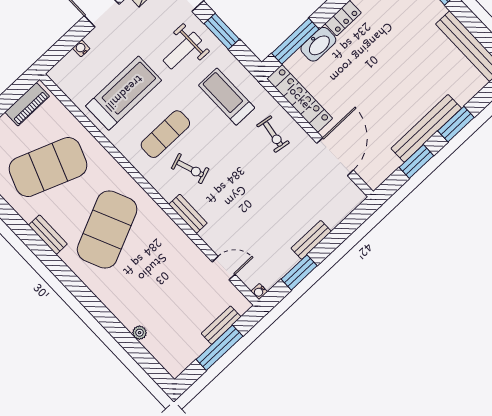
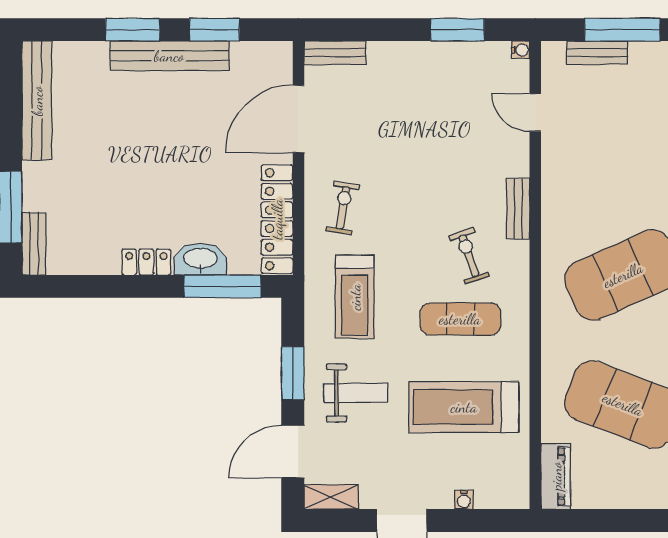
piano: (27, 104) -> (556, 476), moved, turned 90
bench: (311, 240) -> (335, 53), moved

